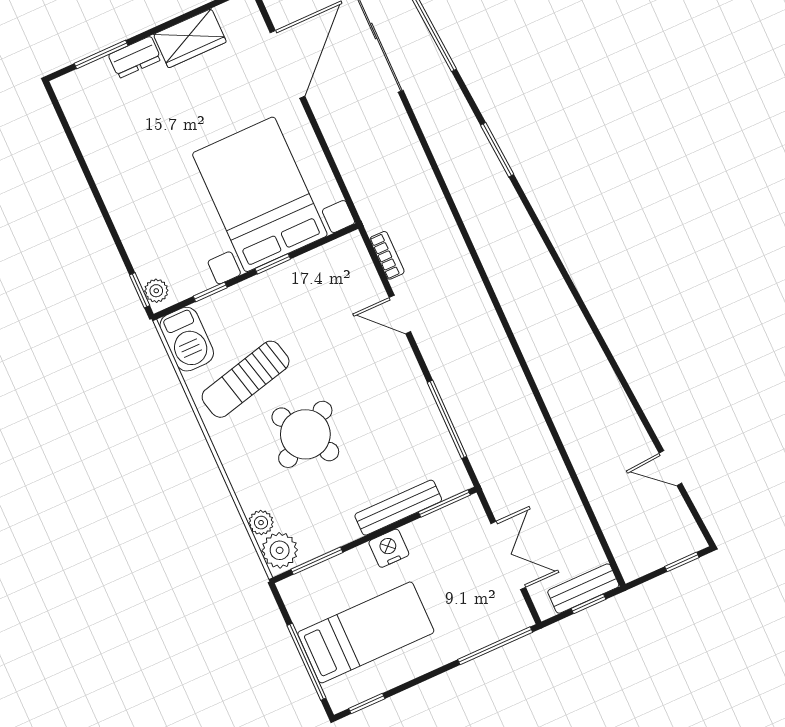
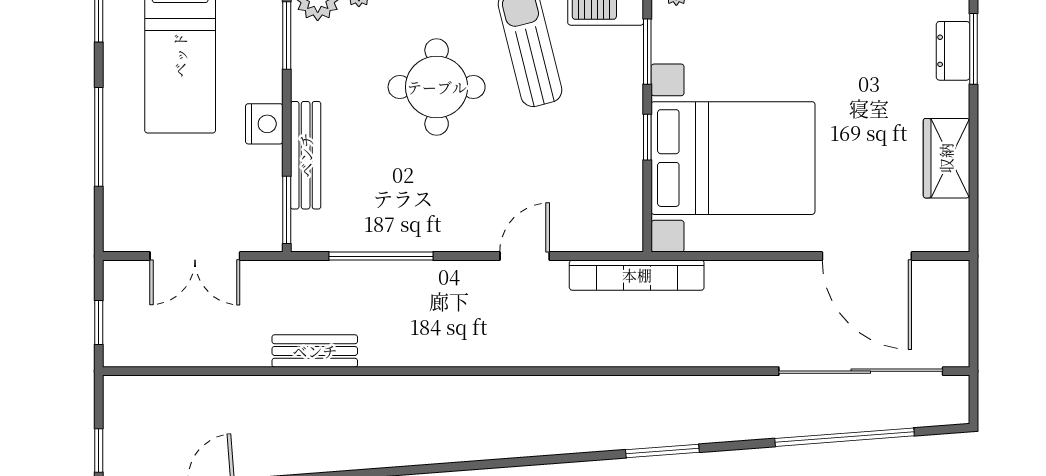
dresser: (135, 57) -> (953, 51), moved
bookcase: (387, 255) -> (637, 275), width x2.31, depth x1.31
window: (210, 292) -> (647, 52), width x1.50
round table: (305, 434) -> (437, 87), turned 30
bench: (583, 589) -> (315, 351), moved, turned 90
window: (495, 646) -> (99, 137), moved

